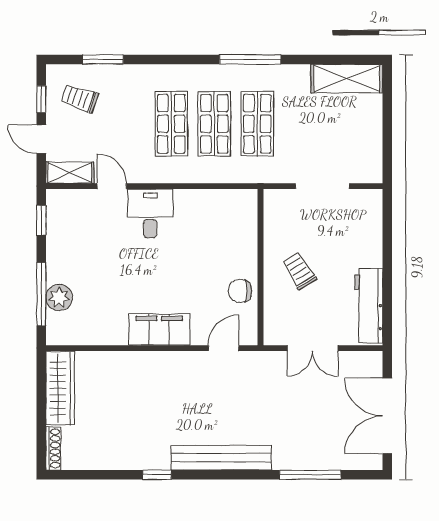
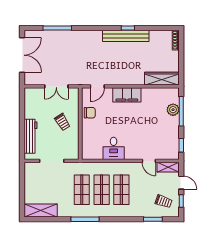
desk: (150, 213) -> (114, 148), moved
workbench: (369, 306) -> (30, 136), moved
double door: (312, 348) -> (56, 86), swing flipped
wardrobe: (60, 388) -> (162, 79), moved, turned 90
bench: (221, 458) -> (126, 36), moved

